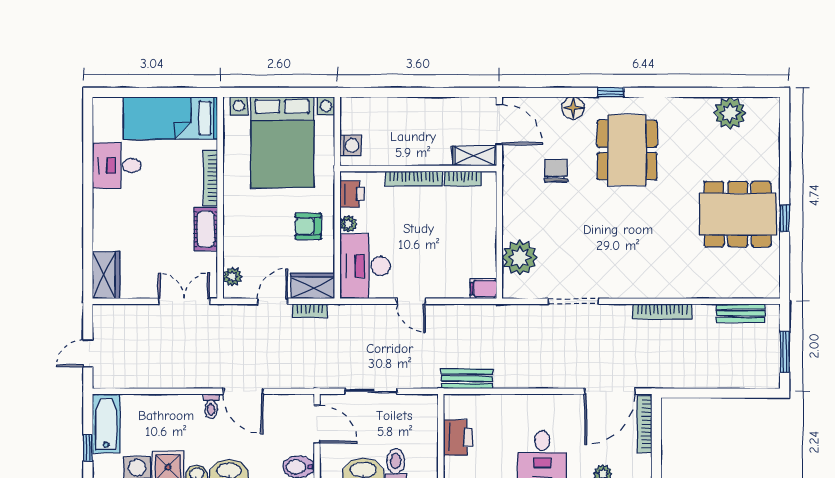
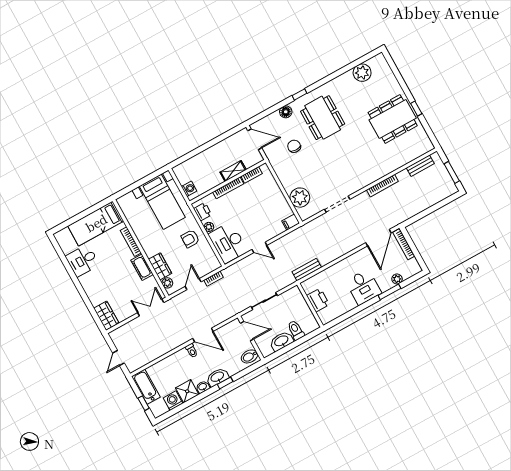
bed with nightstands: (282, 142) -> (162, 202), width x0.73
shelving: (475, 156) -> (233, 171), moved
wardrobe: (313, 286) -> (160, 266), moved, turned 90

